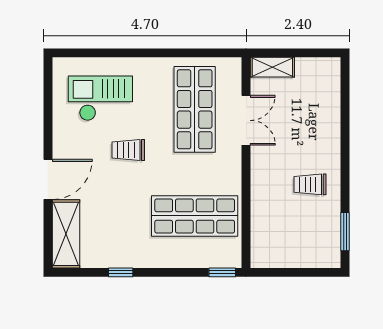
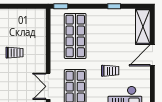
shop shelf: (195, 216) -> (75, 36), turned 90

